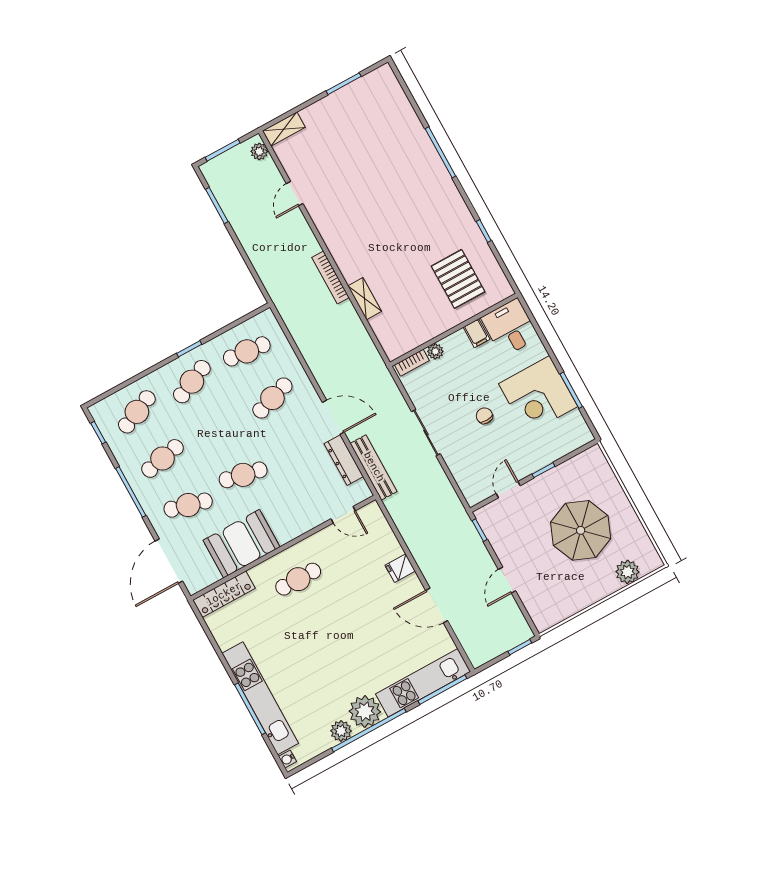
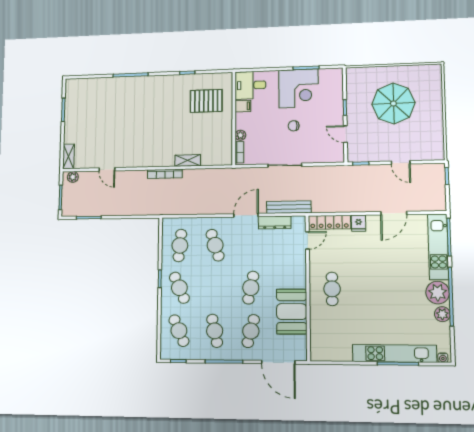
plant: (627, 572) -> (434, 88), removed
locker: (224, 594) -> (329, 222), moved, turned 90

